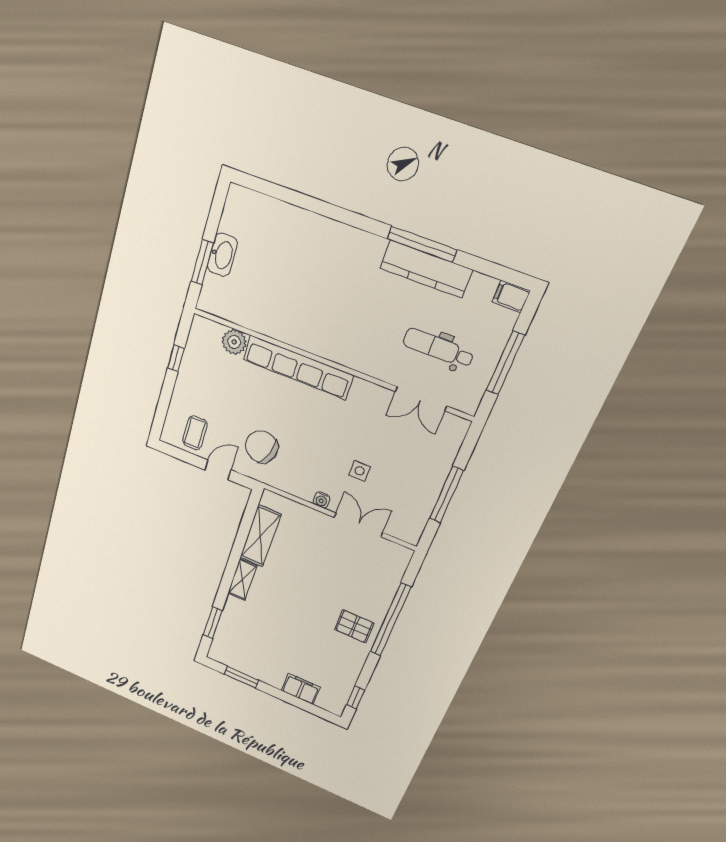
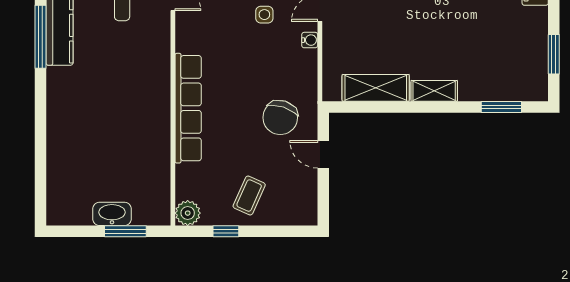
plant: (234, 342) -> (188, 213), moved
coffee table: (195, 433) -> (249, 196), moved, turned -66

